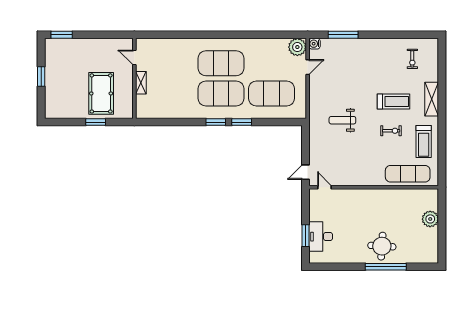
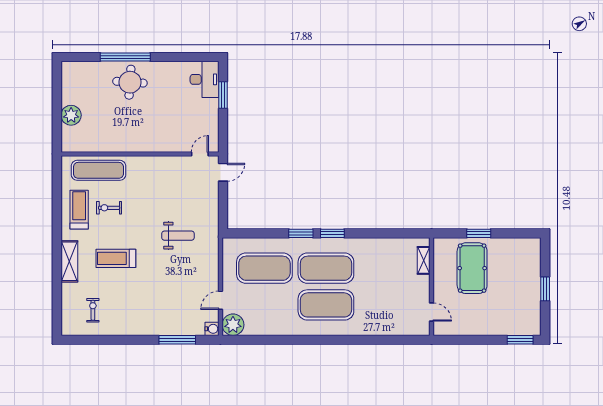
shelving: (141, 83) -> (424, 260), moved
exercise bike: (391, 131) -> (109, 208), moved
door: (325, 187) -> (200, 154), swing flipped
desk: (321, 237) -> (204, 79), moved

